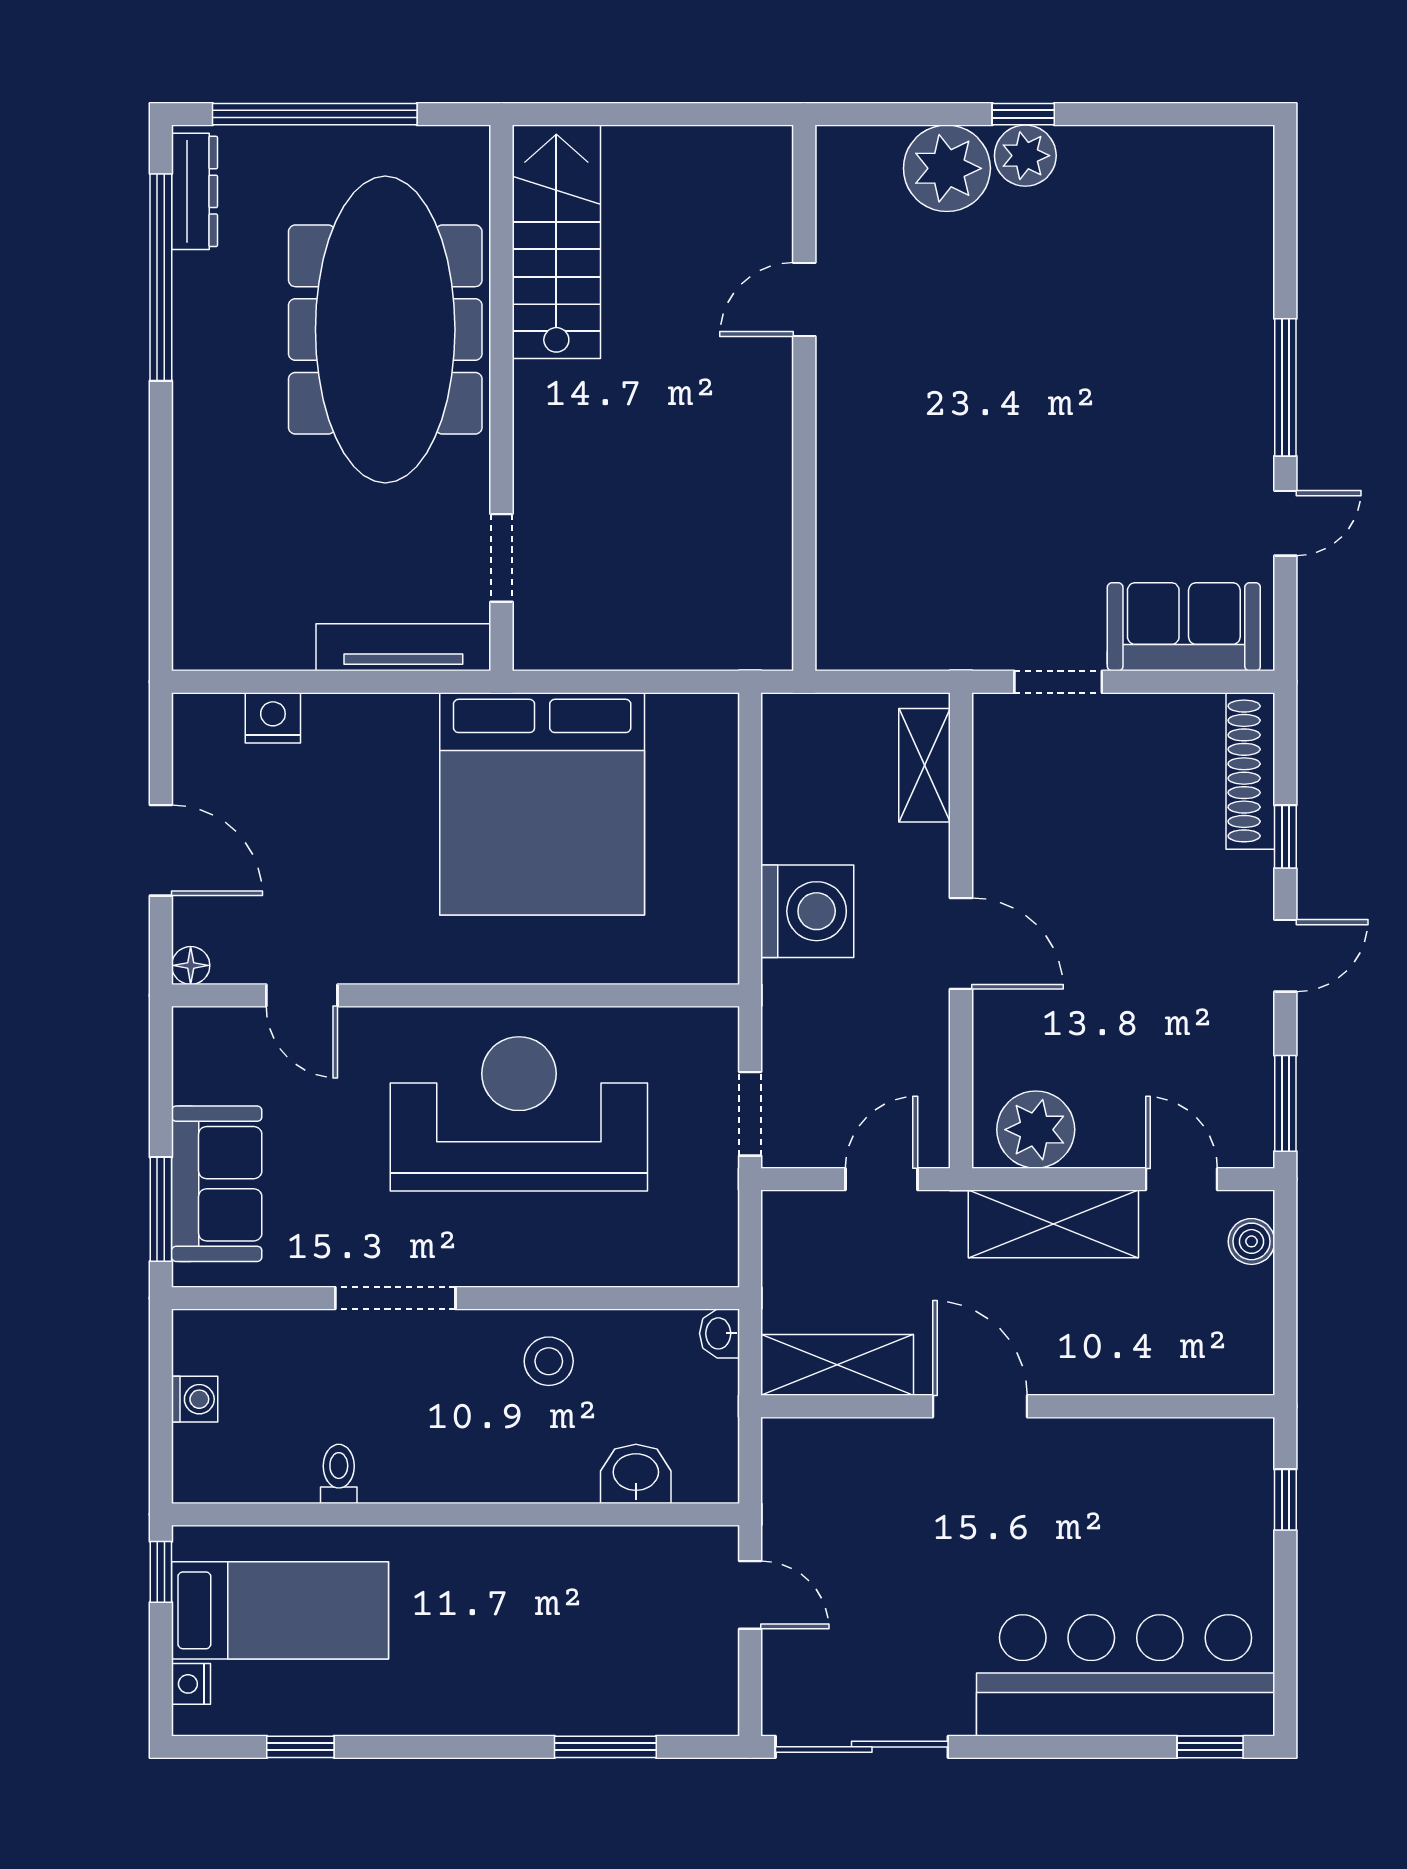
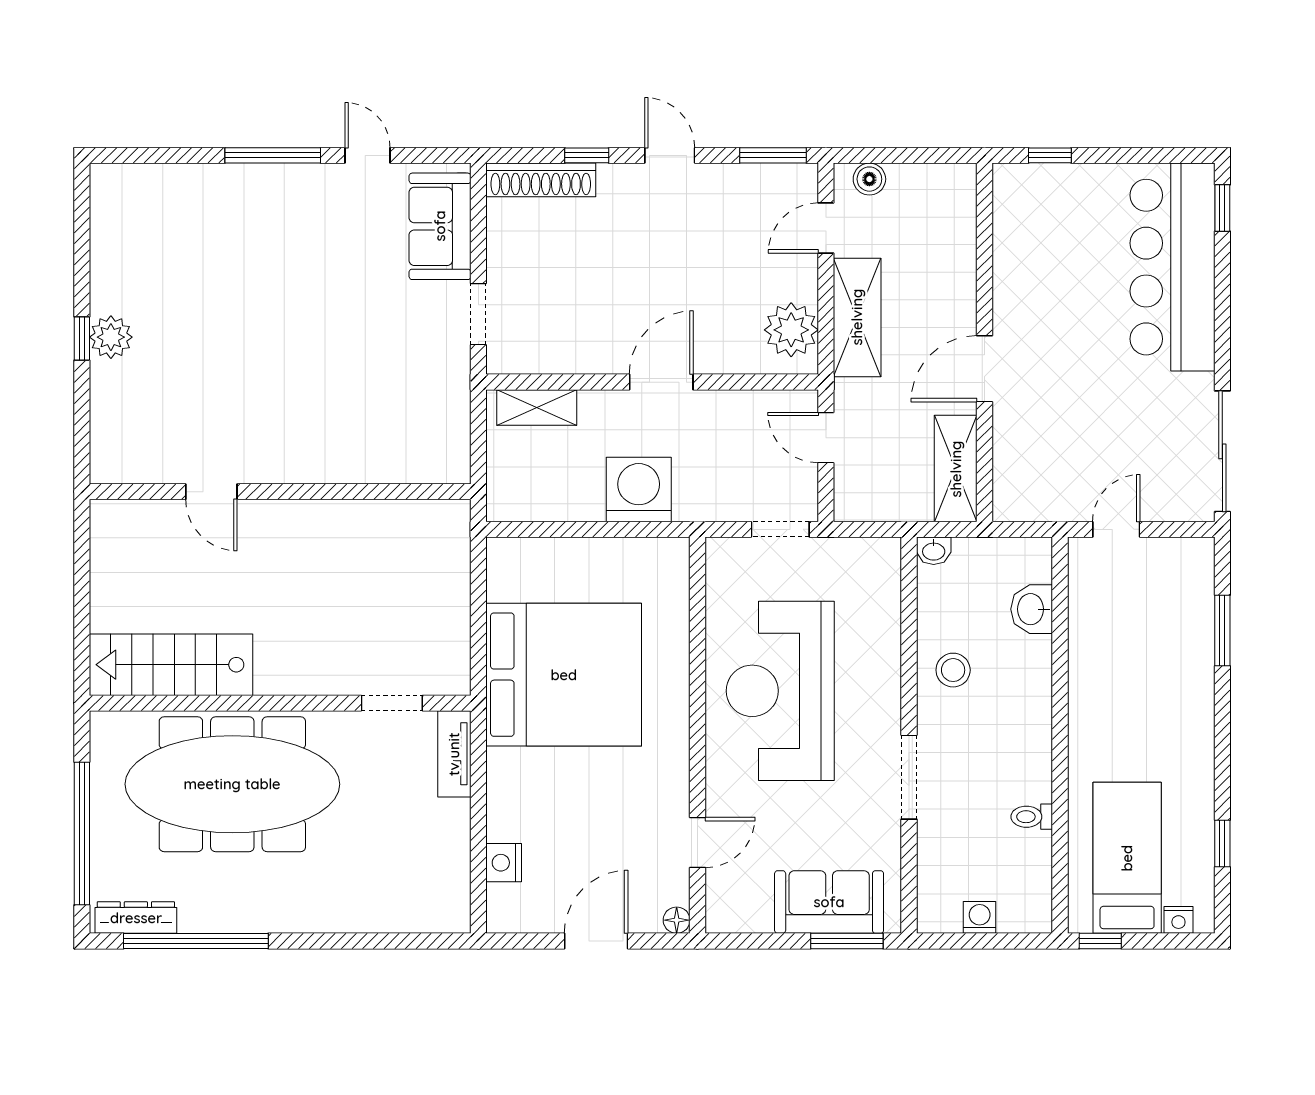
plant: (947, 168) -> (120, 392), removed
tv unit: (403, 647) -> (454, 754), width x0.71

